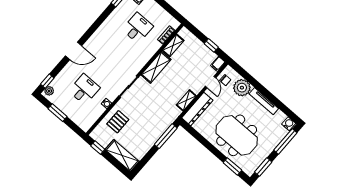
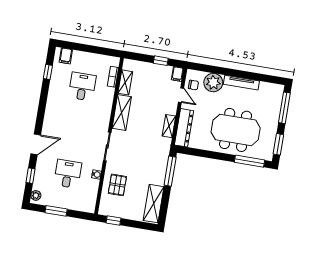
window: (47, 81) -> (31, 176), moved
water cooler: (289, 124) -> (277, 89), removed
shelving: (122, 156) -> (154, 204), moved, turned 90
window: (232, 166) -> (249, 161), width x1.44

